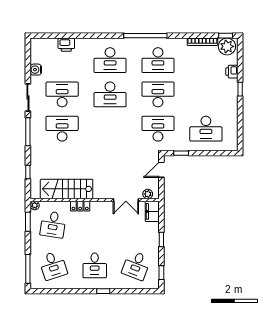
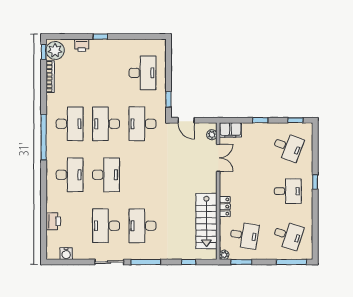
water cooler: (36, 70) -> (66, 254), moved
desk: (53, 265) -> (288, 235), turned 36

